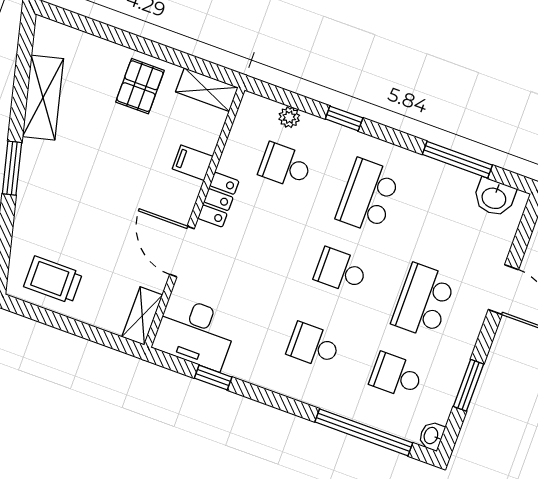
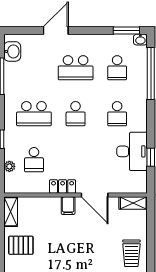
filing cabinet: (193, 163) -> (68, 206), moved
door: (182, 252) -> (95, 195), hinge flipped
desk: (195, 333) -> (132, 151), moved
window: (468, 385) -> (126, 31), moved

